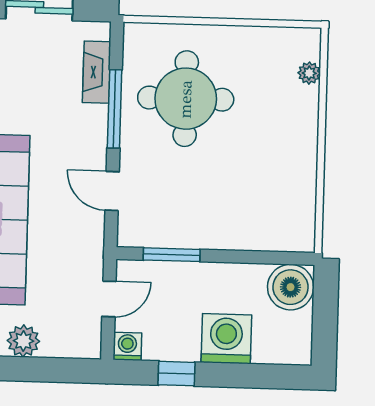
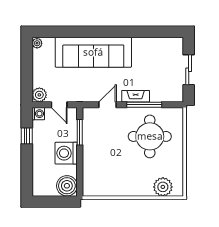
fireplace: (97, 72) -> (136, 96), moved
plant: (309, 73) -> (163, 187), width x1.88, depth x1.88
washing machine: (226, 339) -> (66, 153), moved, turned 180
plant: (23, 341) -> (39, 95), moved

